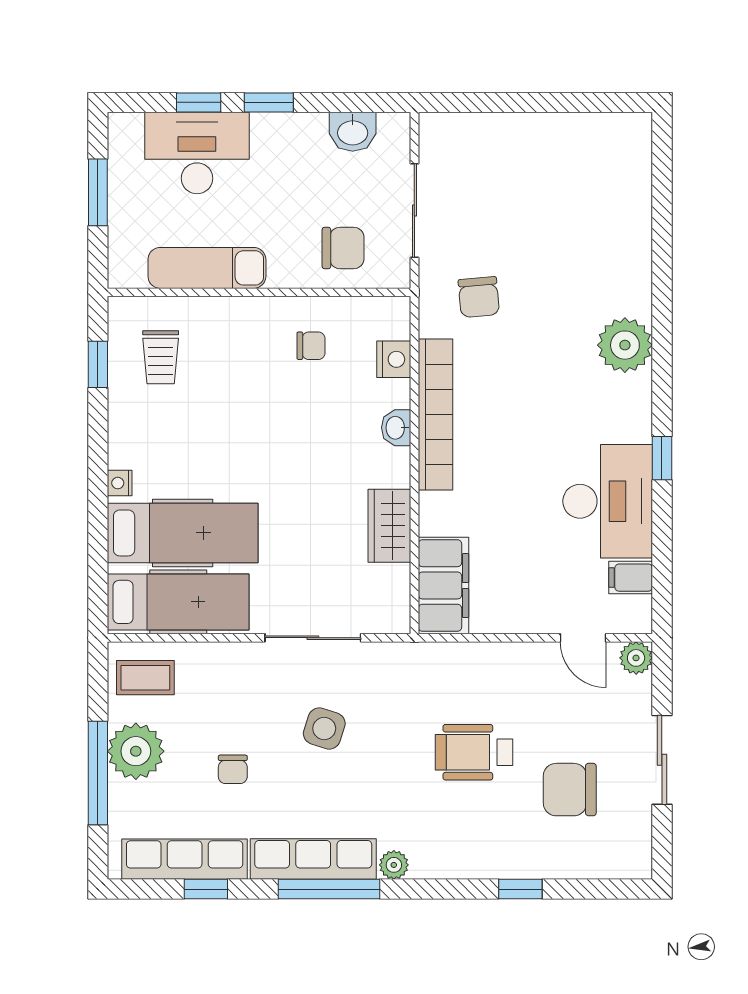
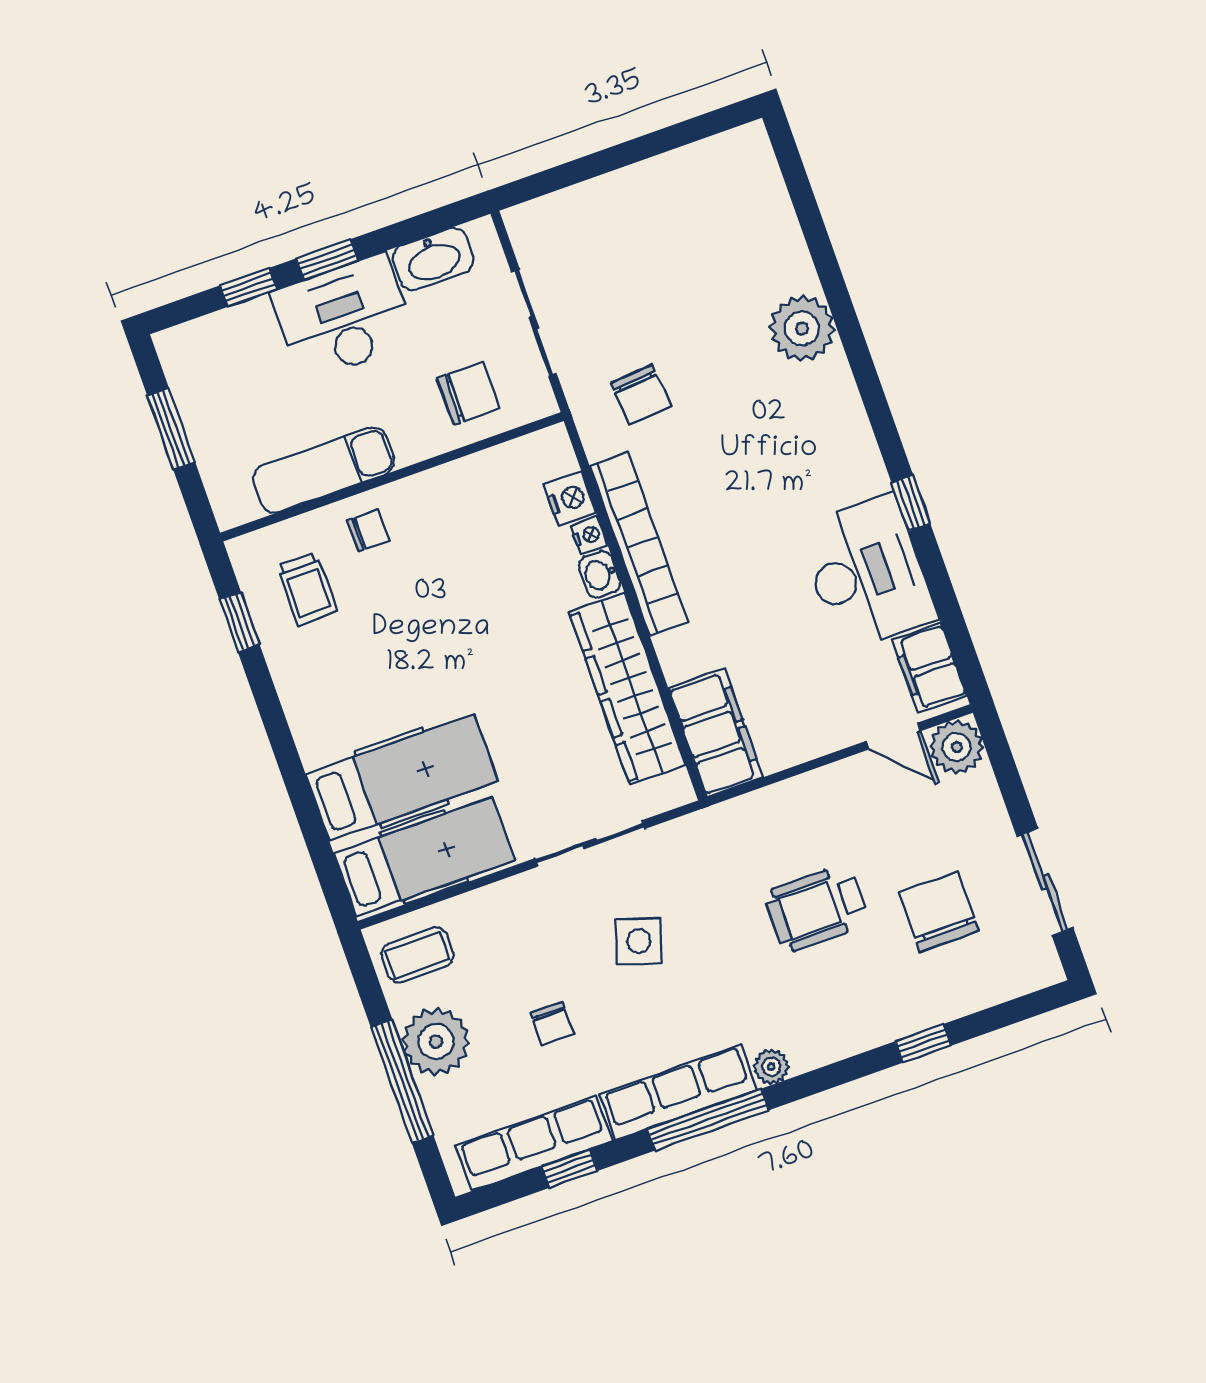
washbasin: (353, 132) -> (433, 259), width x1.38
desk: (197, 153) -> (343, 318), moved
plant: (625, 345) -> (802, 328), moved
chair: (311, 346) -> (368, 531), moved
nightstand: (120, 483) -> (589, 535), moved, turned 180
wardrobe: (389, 526) -> (627, 689), width x2.10, depth x1.17
filing cabinet: (631, 578) -> (929, 668), width x2.00
plant: (636, 658) -> (957, 747), width x1.38, depth x1.38
sliding door: (662, 760) -> (1045, 882), moved
chair: (570, 790) -> (939, 912), turned 90

